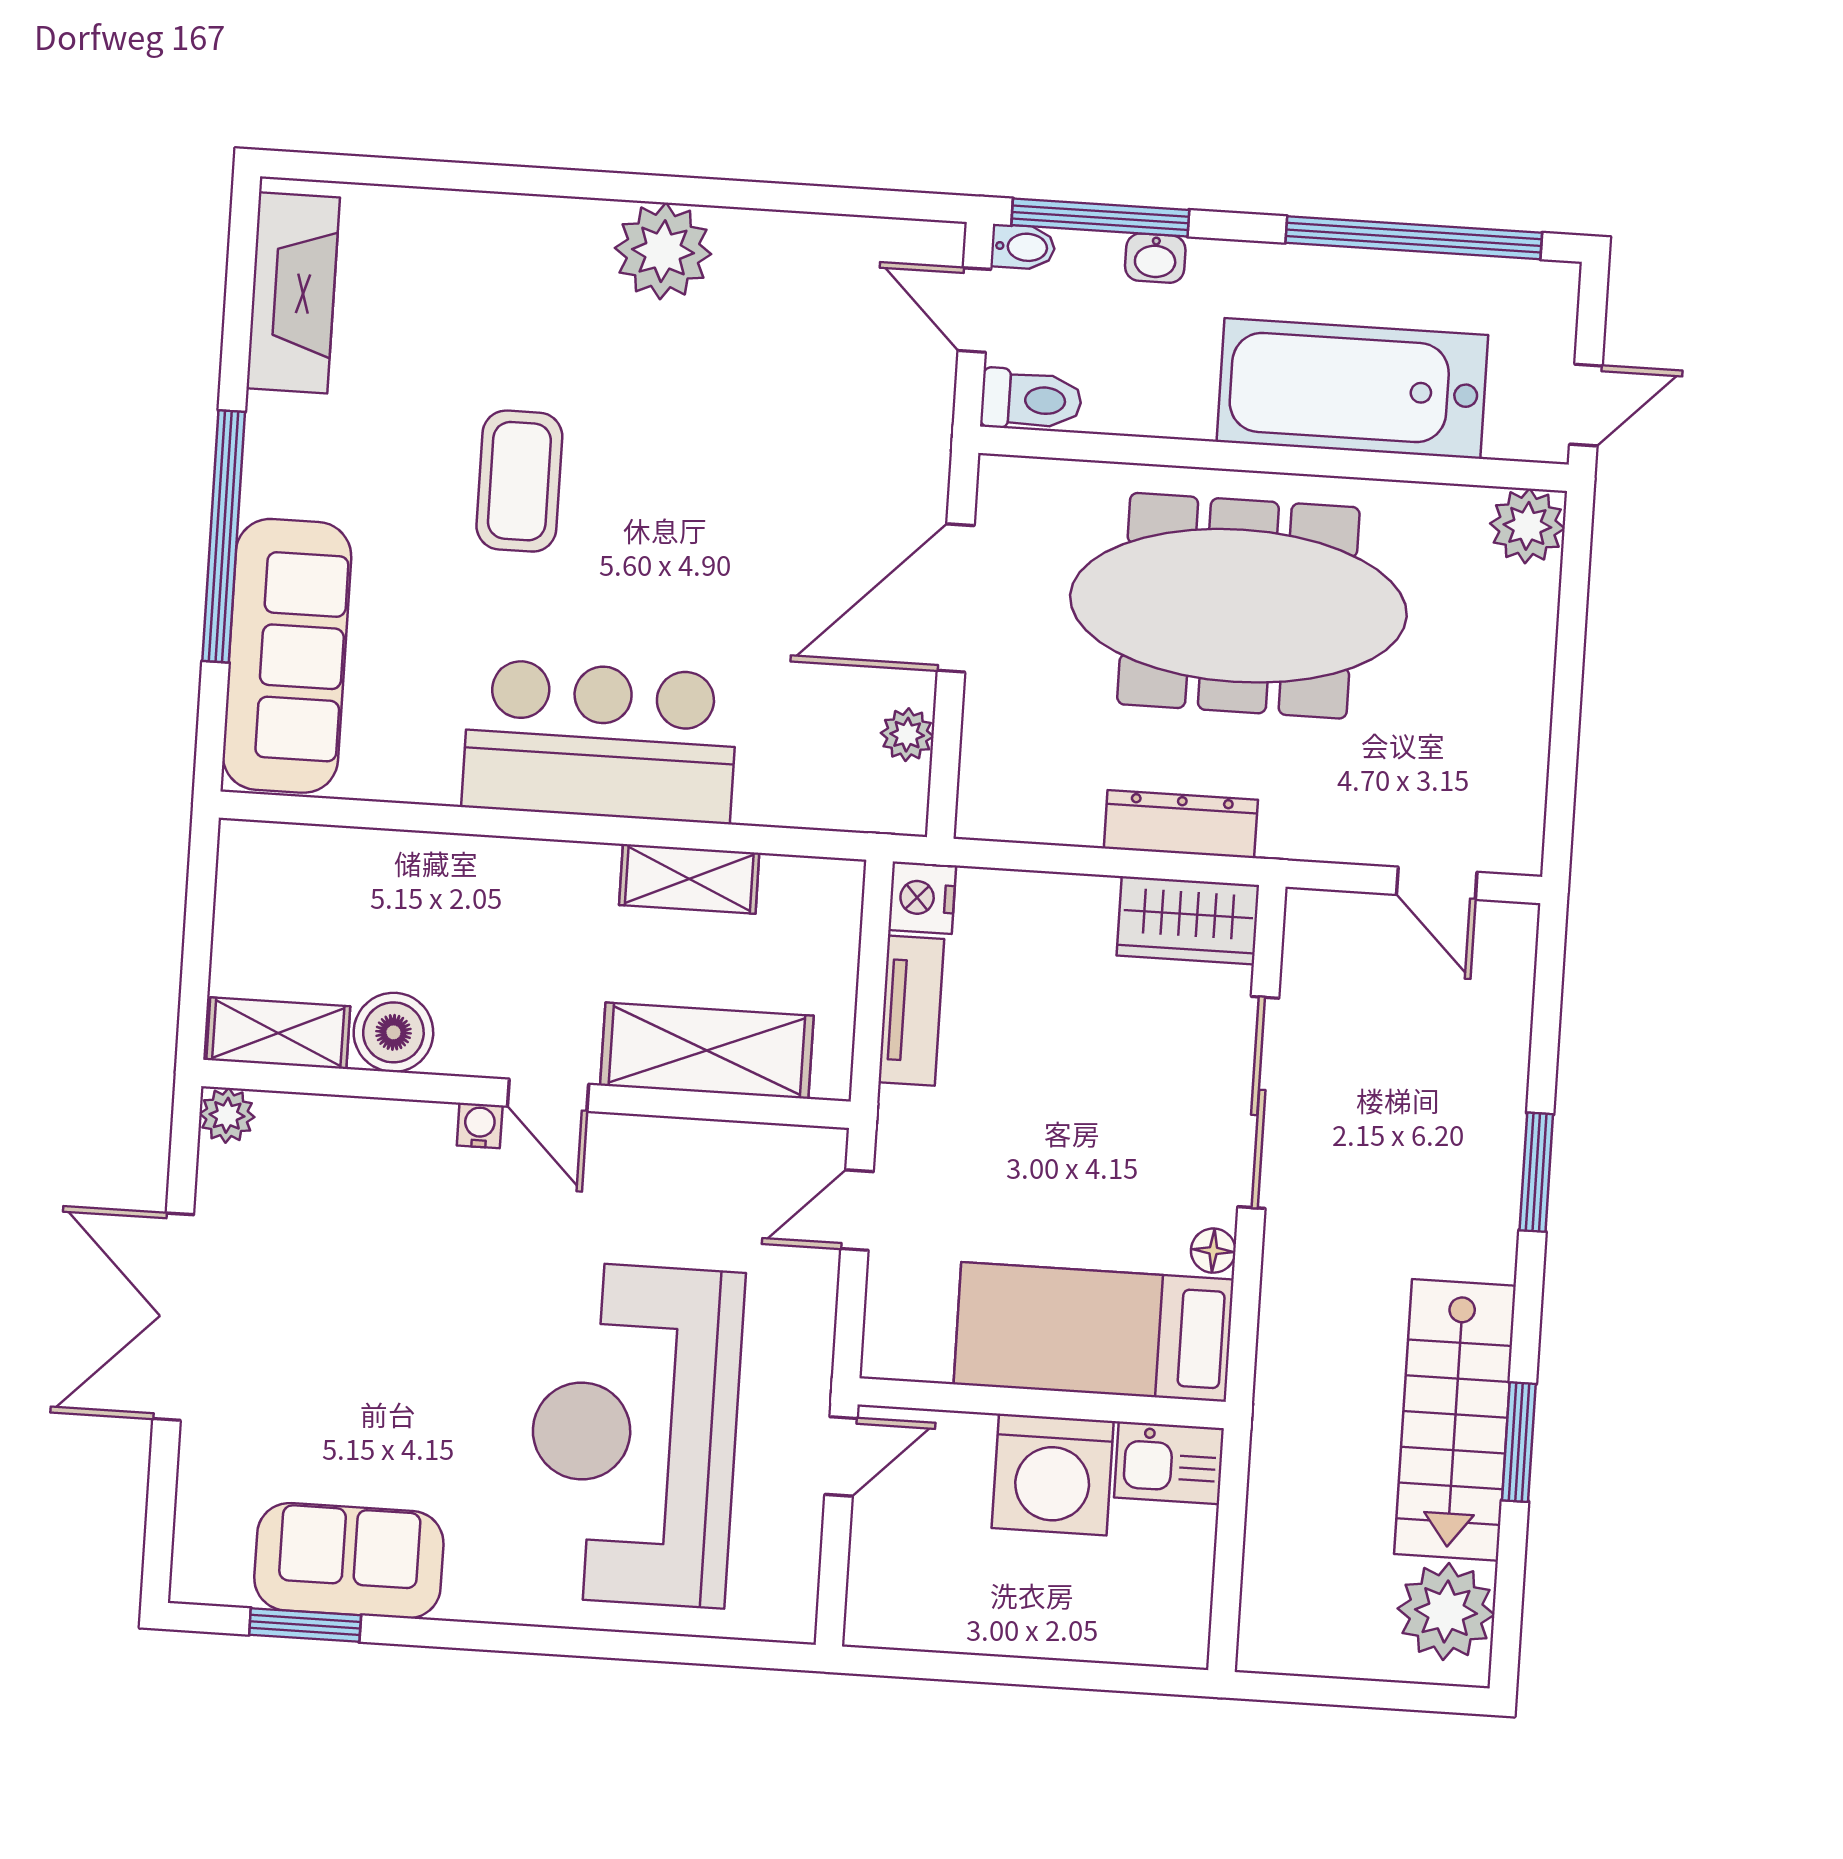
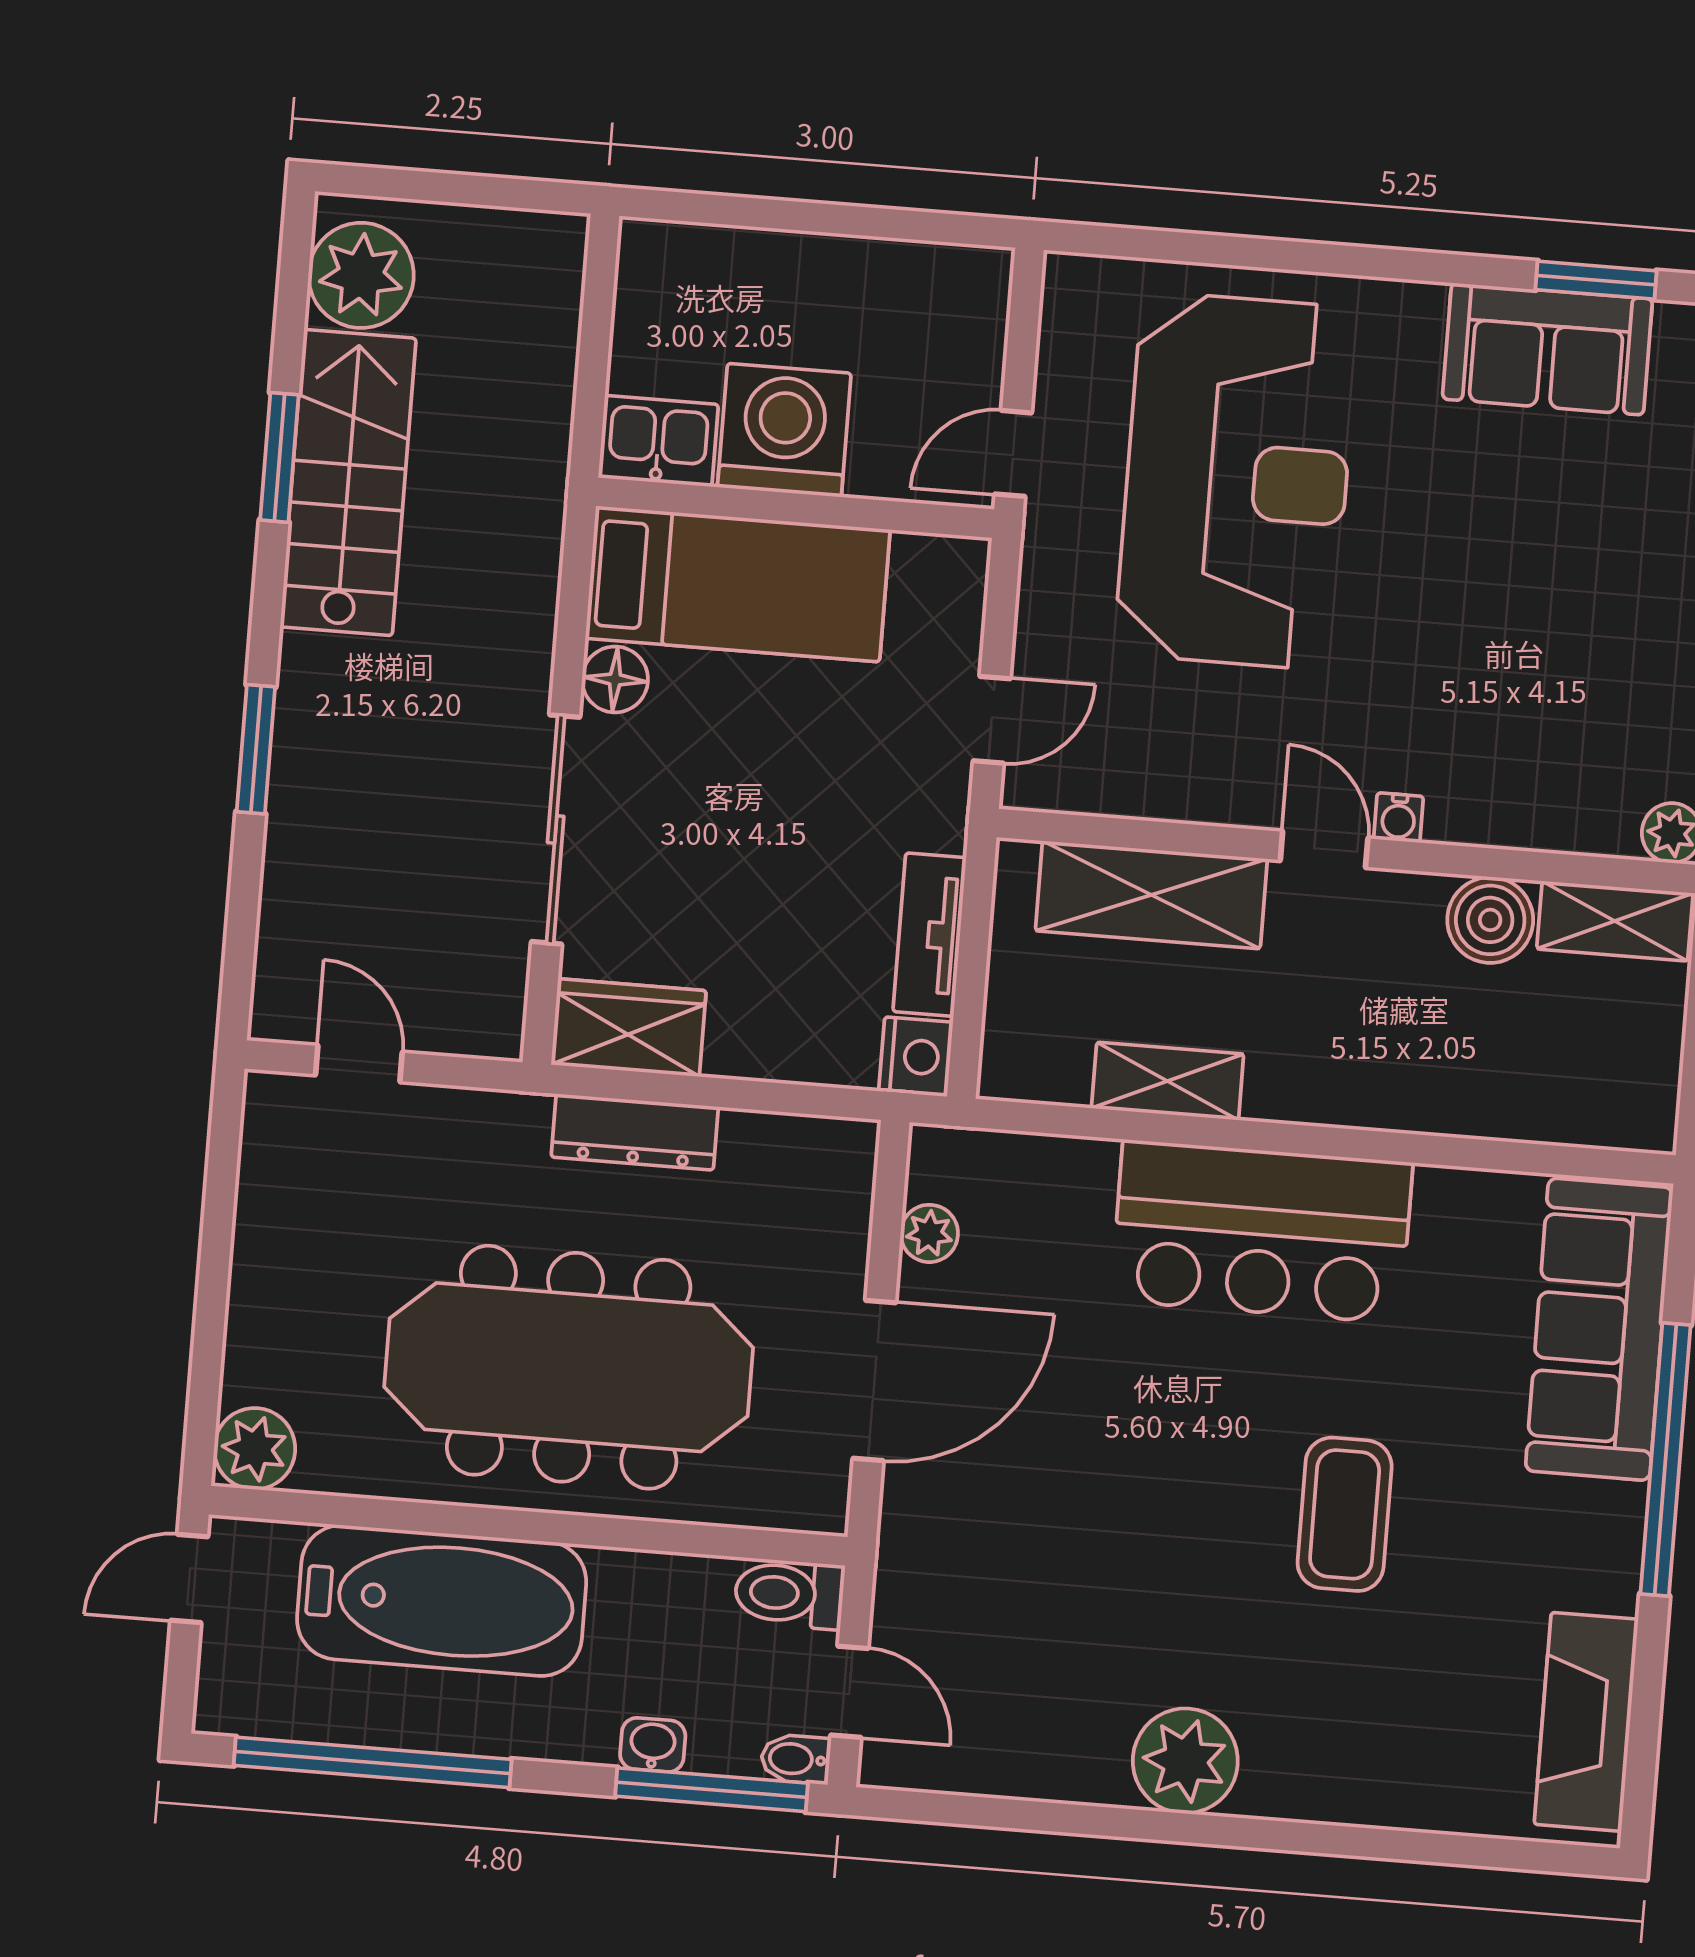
floor lamp: (1213, 1251) -> (615, 679), width x1.37, depth x1.37

